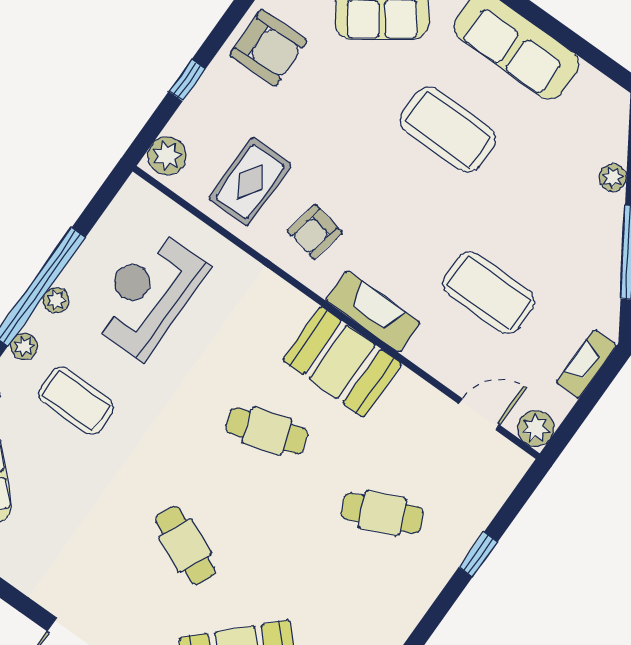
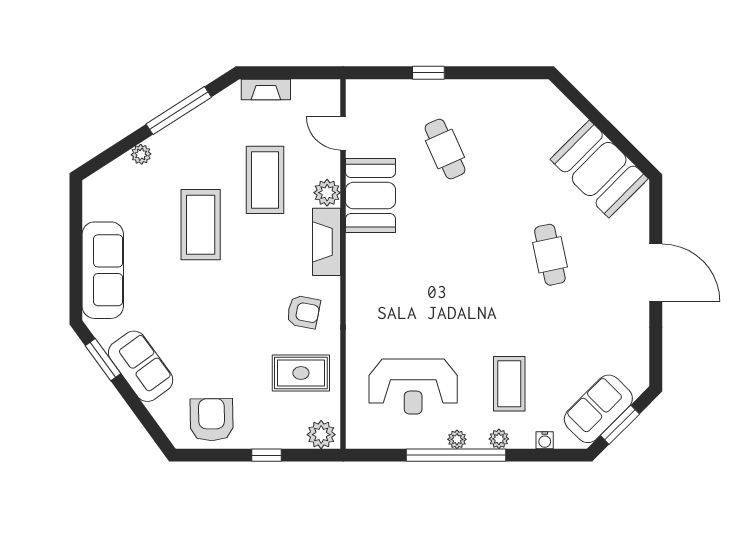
coffee table: (448, 129) -> (201, 225), moved
booth: (342, 362) -> (370, 196), moved
plant: (536, 428) -> (327, 193), moved
cafe table: (267, 431) -> (445, 255), removed
cafe table: (185, 545) -> (550, 255), turned -36

